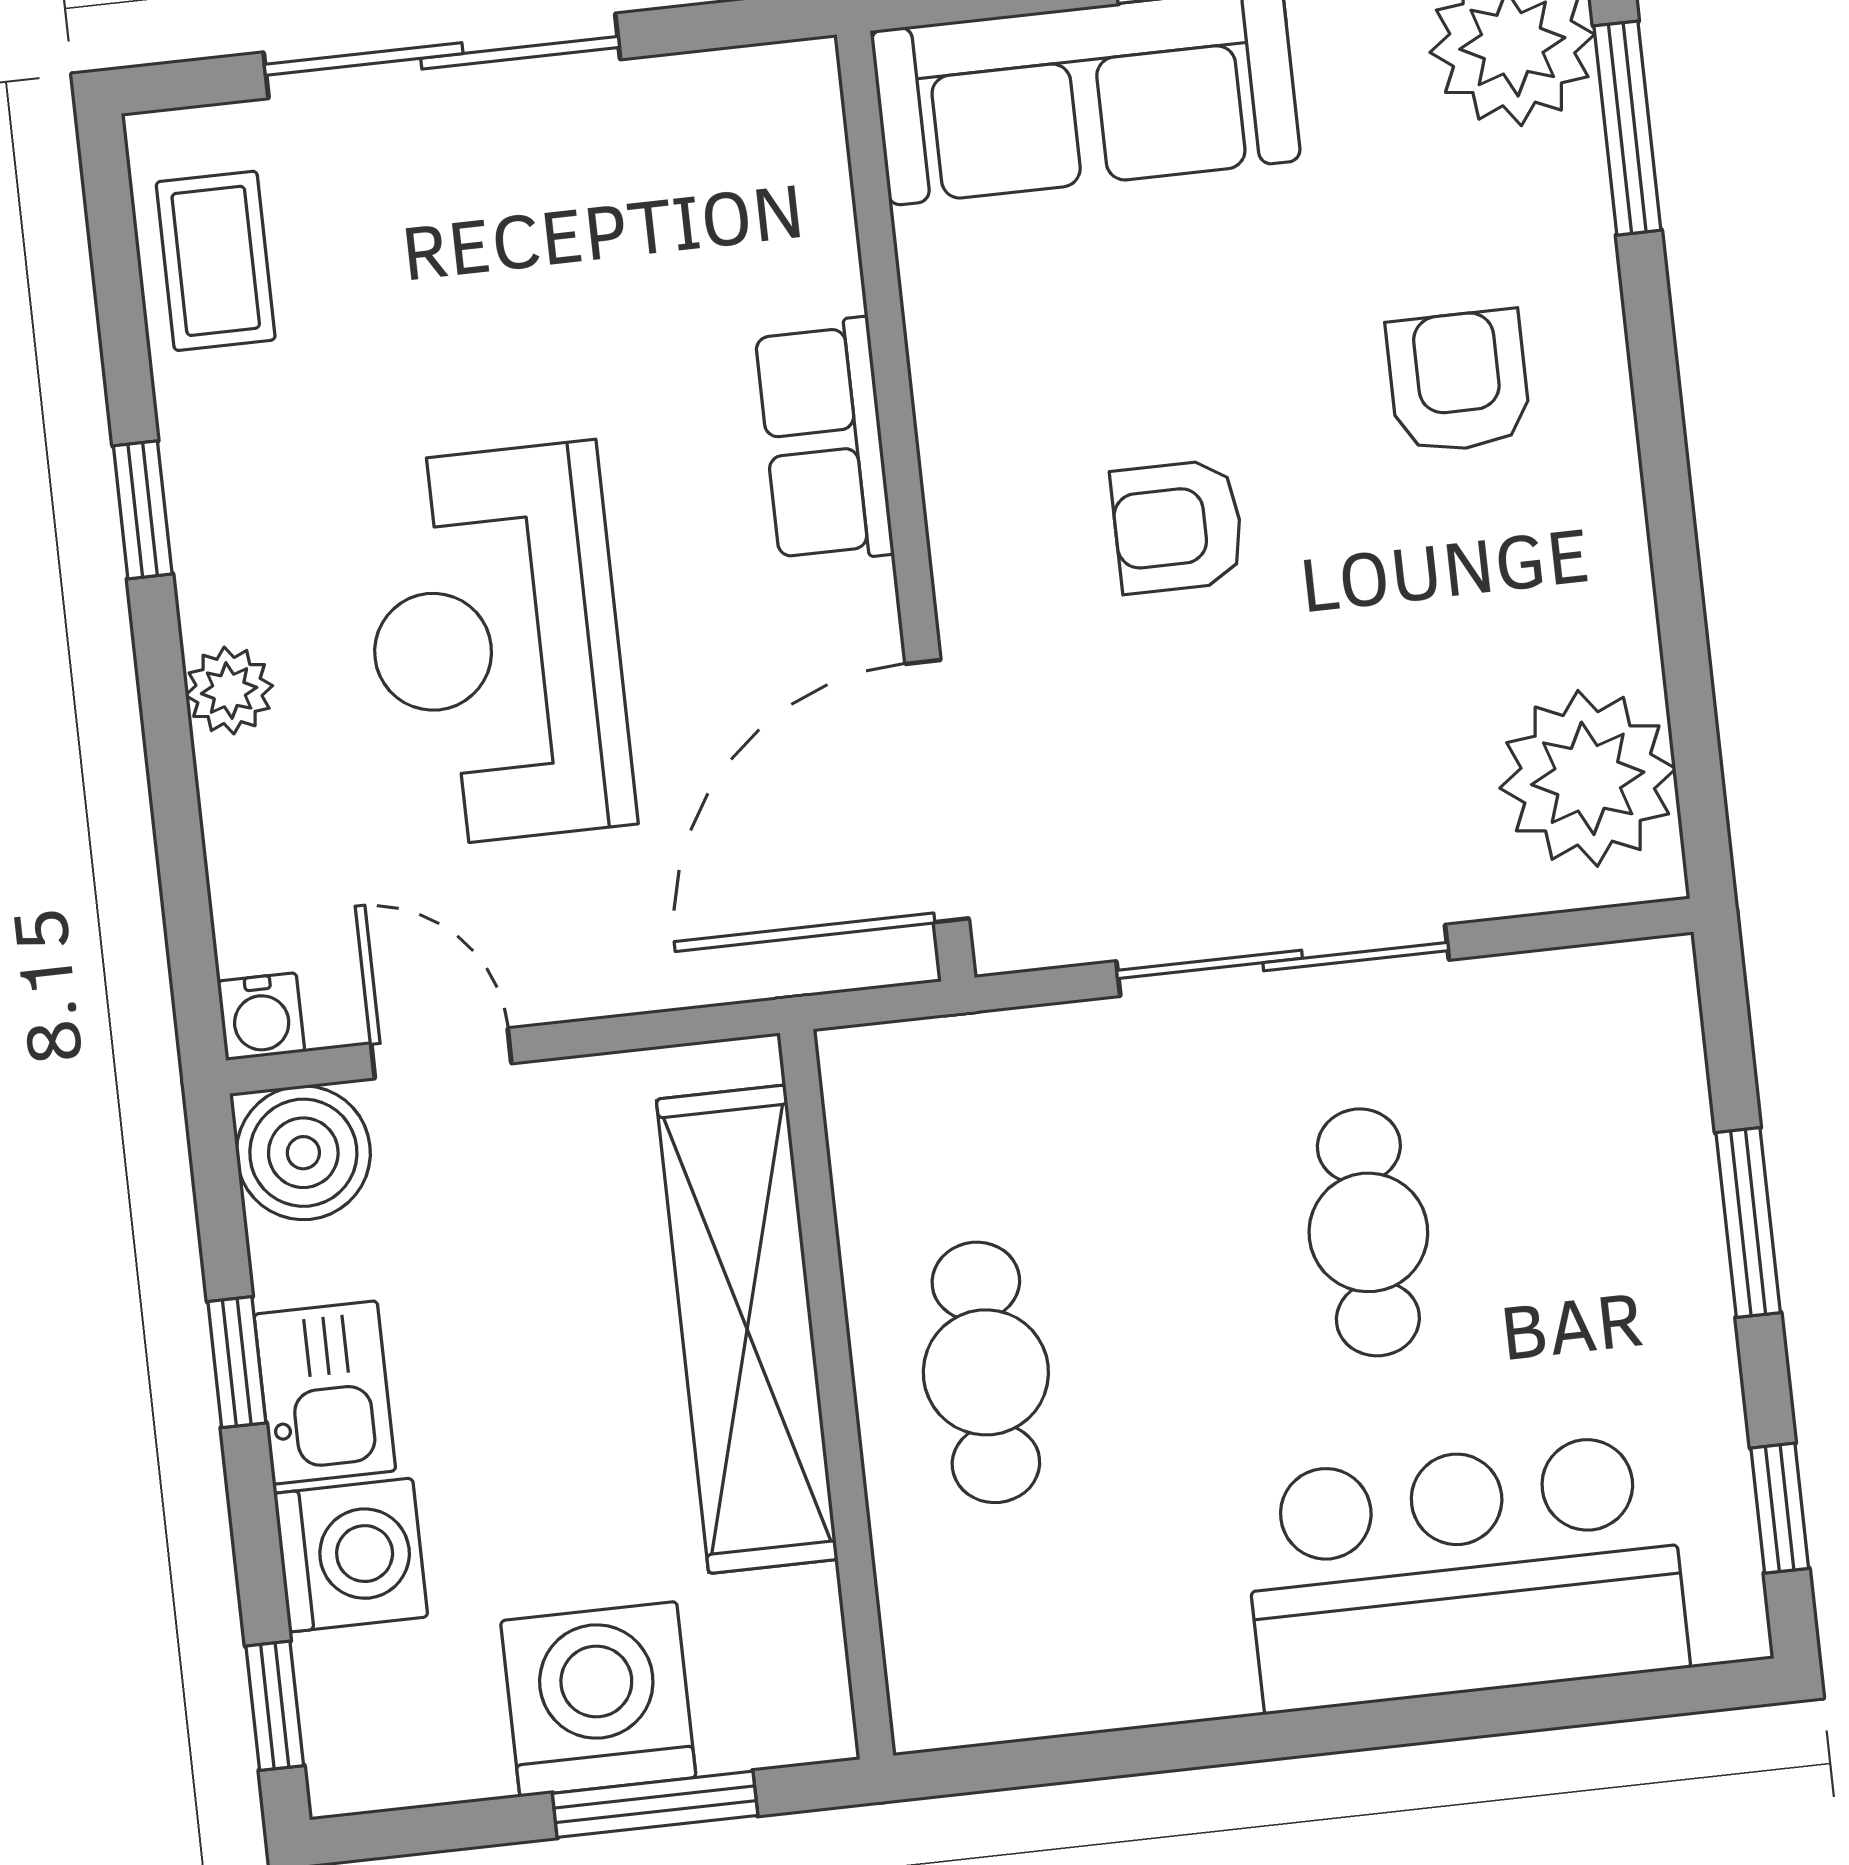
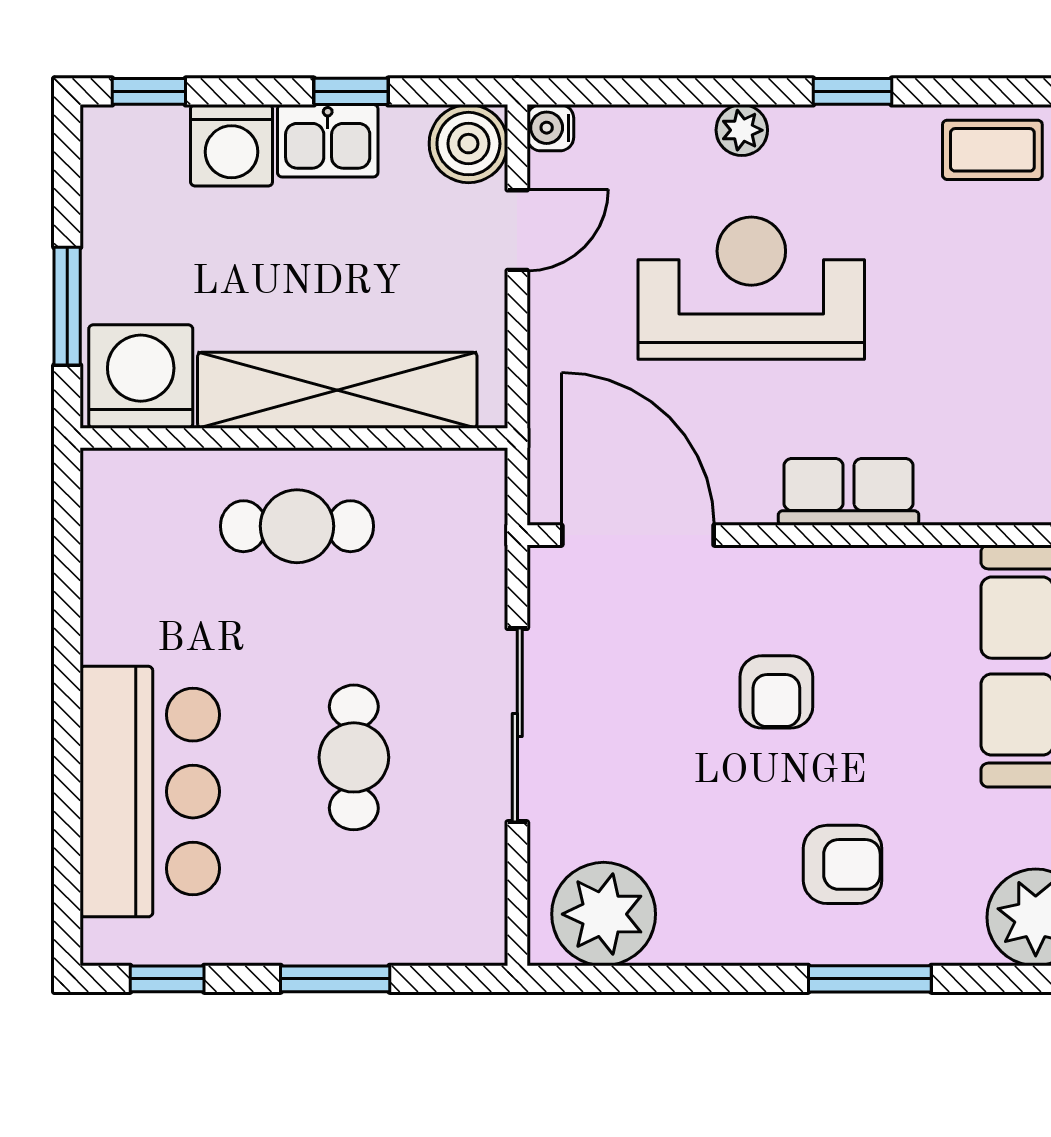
window: (1627, 128) -> (870, 979), moved
armchair: (1178, 526) -> (776, 692), turned 180
cafe table: (1368, 1232) -> (354, 757), turned 90
washing machine: (598, 1699) -> (141, 376), moved, turned -90

